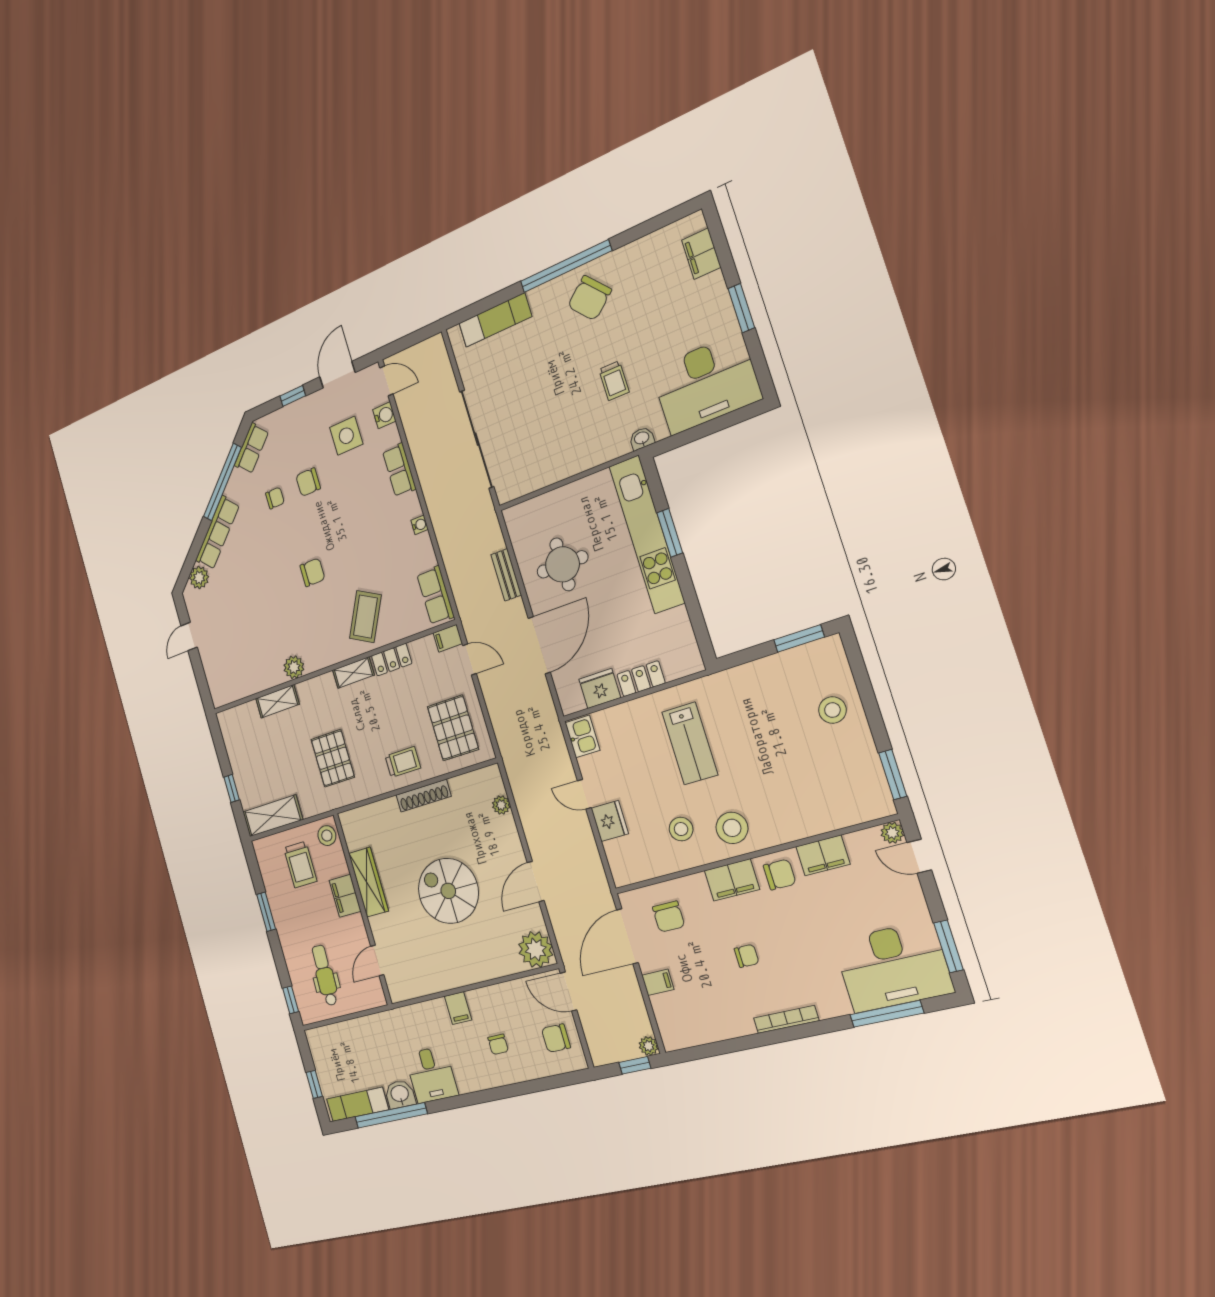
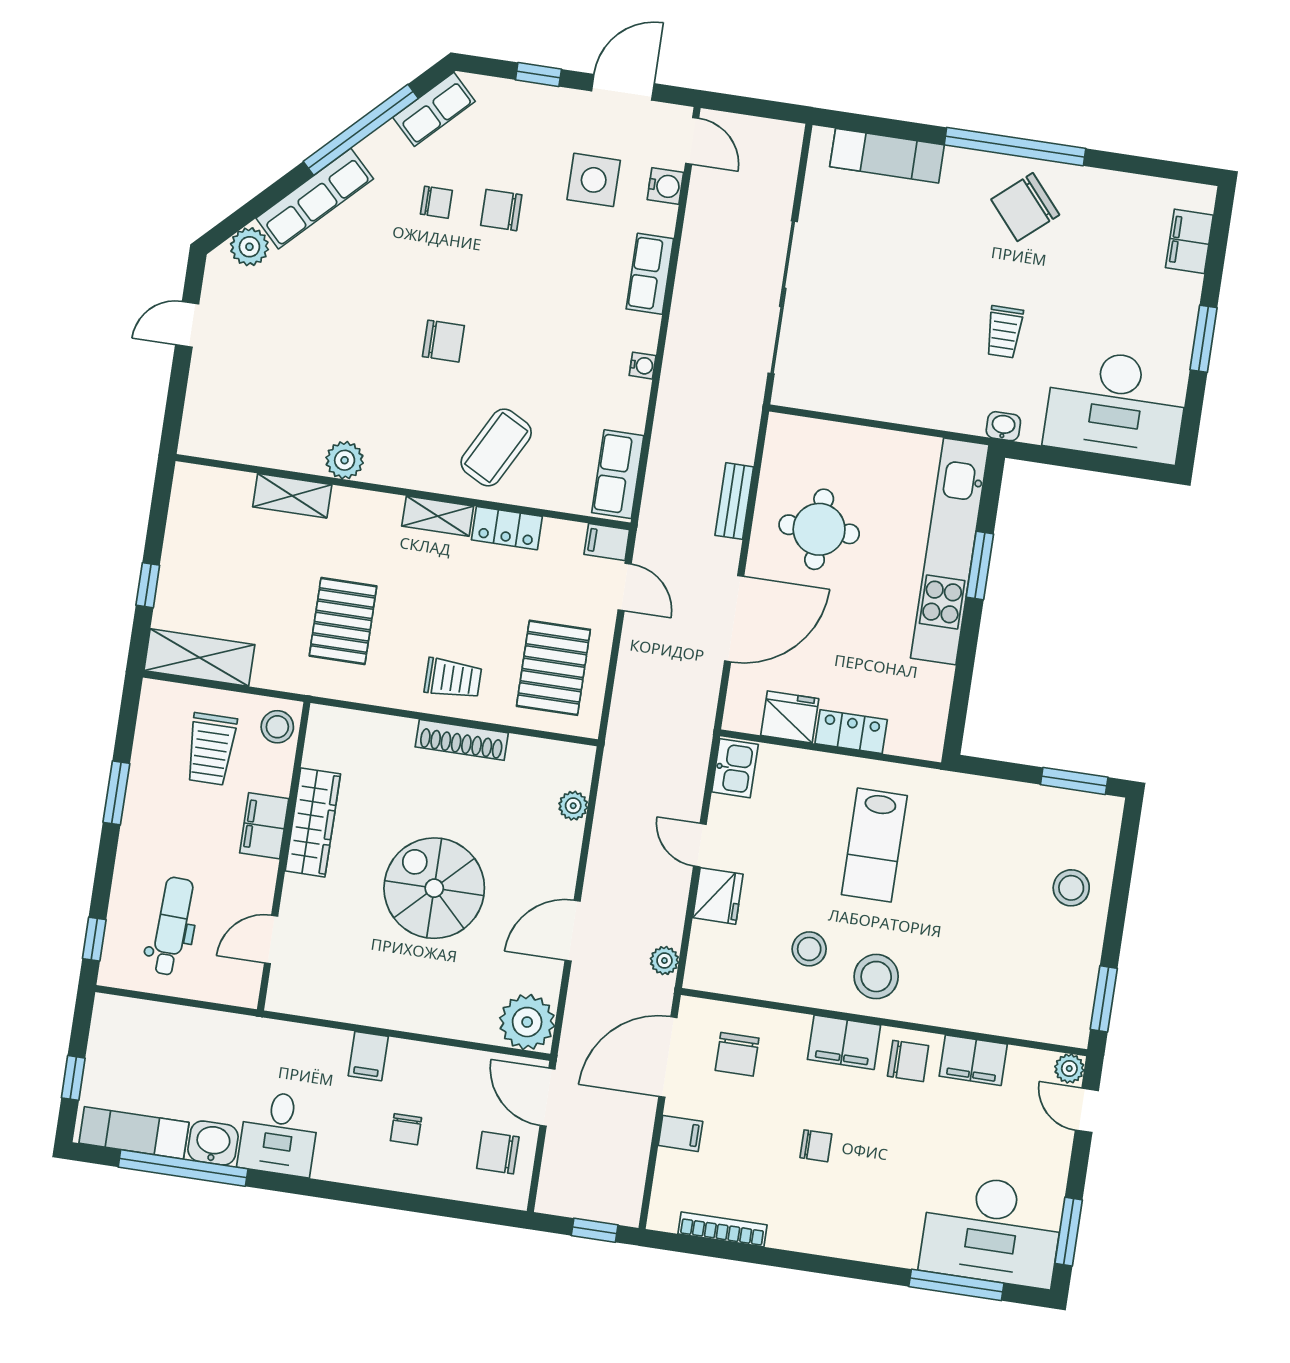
bookcase: (786, 1019) -> (722, 1229), moved
plant: (648, 1046) -> (664, 961), moved

